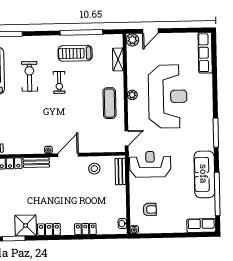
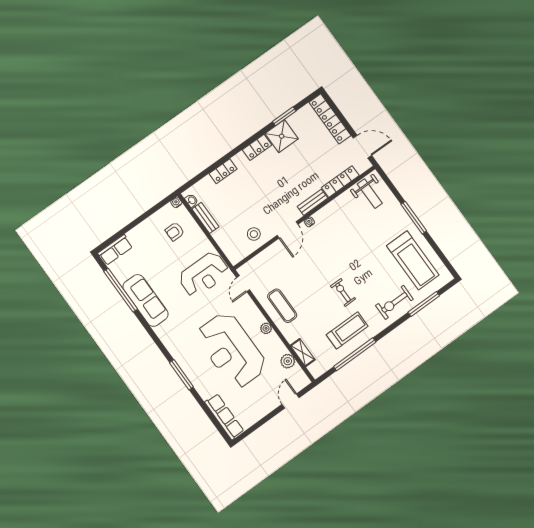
plant: (132, 40) -> (288, 361), moved
exercise bike: (29, 76) -> (394, 302), moved, turned 90
window: (216, 133) -> (181, 375), moved
bench: (120, 171) -> (205, 218), moved

